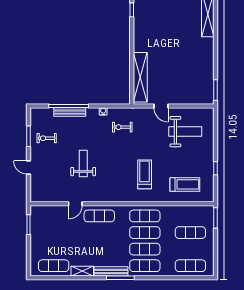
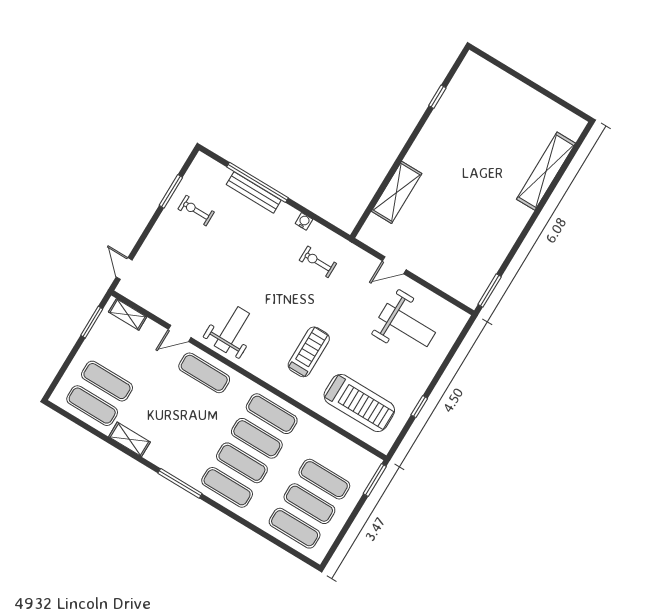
shelving: (140, 77) -> (397, 192), width x0.68
door: (161, 106) -> (394, 265), hinge flipped
weight bench: (83, 164) -> (232, 330), moved
door: (28, 168) -> (124, 269), moved
treadmill: (185, 184) -> (359, 403), width x1.37, depth x1.38
shelving: (44, 210) -> (128, 314), added
exercise mat: (54, 249) -> (107, 381), added
exercise mat: (190, 249) -> (309, 504), added
bench: (111, 271) -> (172, 466), removed

